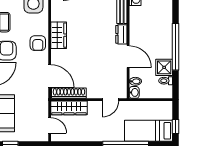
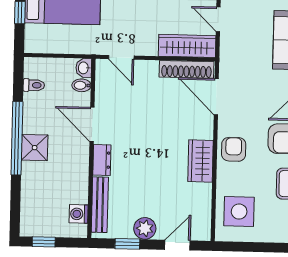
shower: (164, 67) -> (35, 148), moved
door: (110, 100) -> (121, 57), swing flipped

